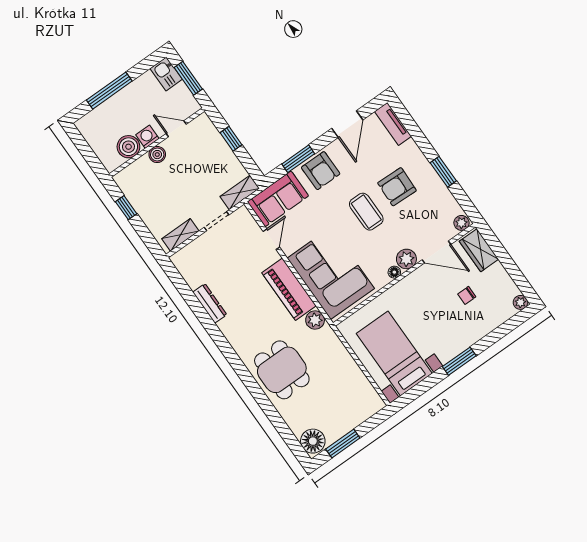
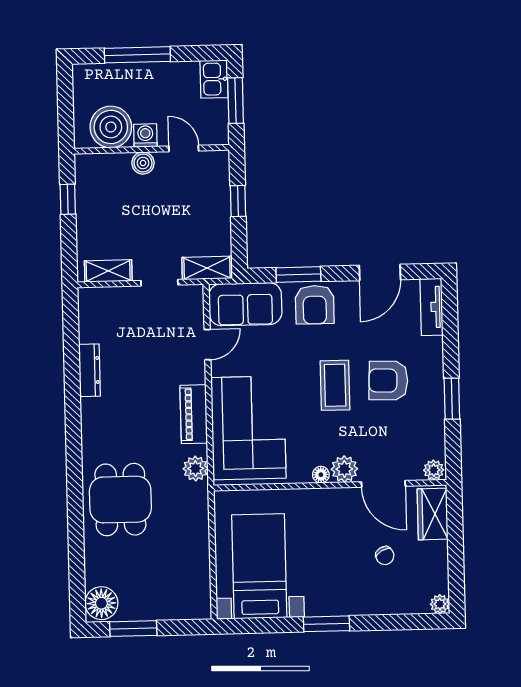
boiler: (128, 147) -> (111, 127), width x1.37, depth x1.37
piano: (289, 289) -> (194, 414), width x0.73, depth x0.75
chair: (467, 295) -> (385, 556), turned -119

